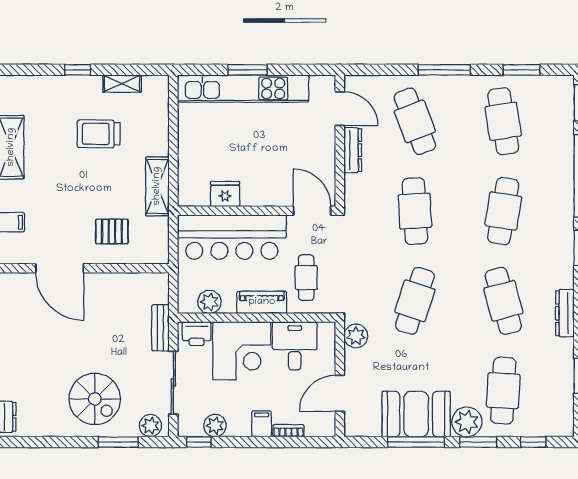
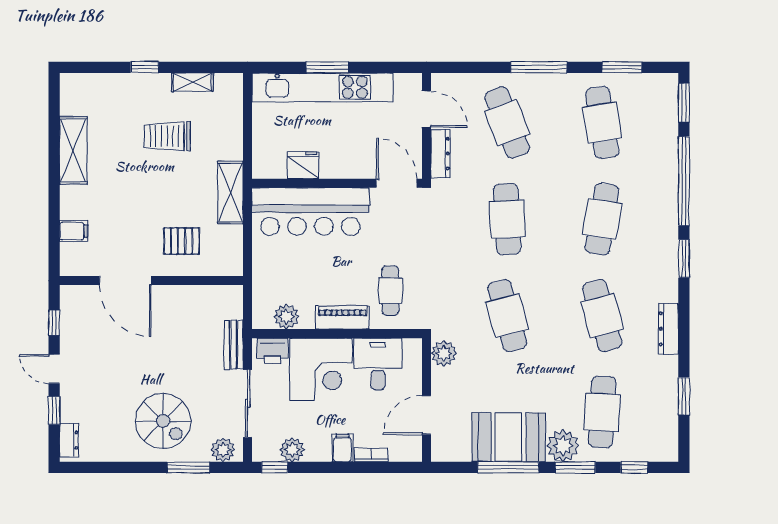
fridge: (225, 194) -> (303, 165), moved
wall: (257, 211) -> (337, 183), moved
door: (312, 211) -> (397, 183), moved
bar counter: (232, 237) -> (310, 212), moved
cafe table: (415, 301) -> (507, 316), turned -33

